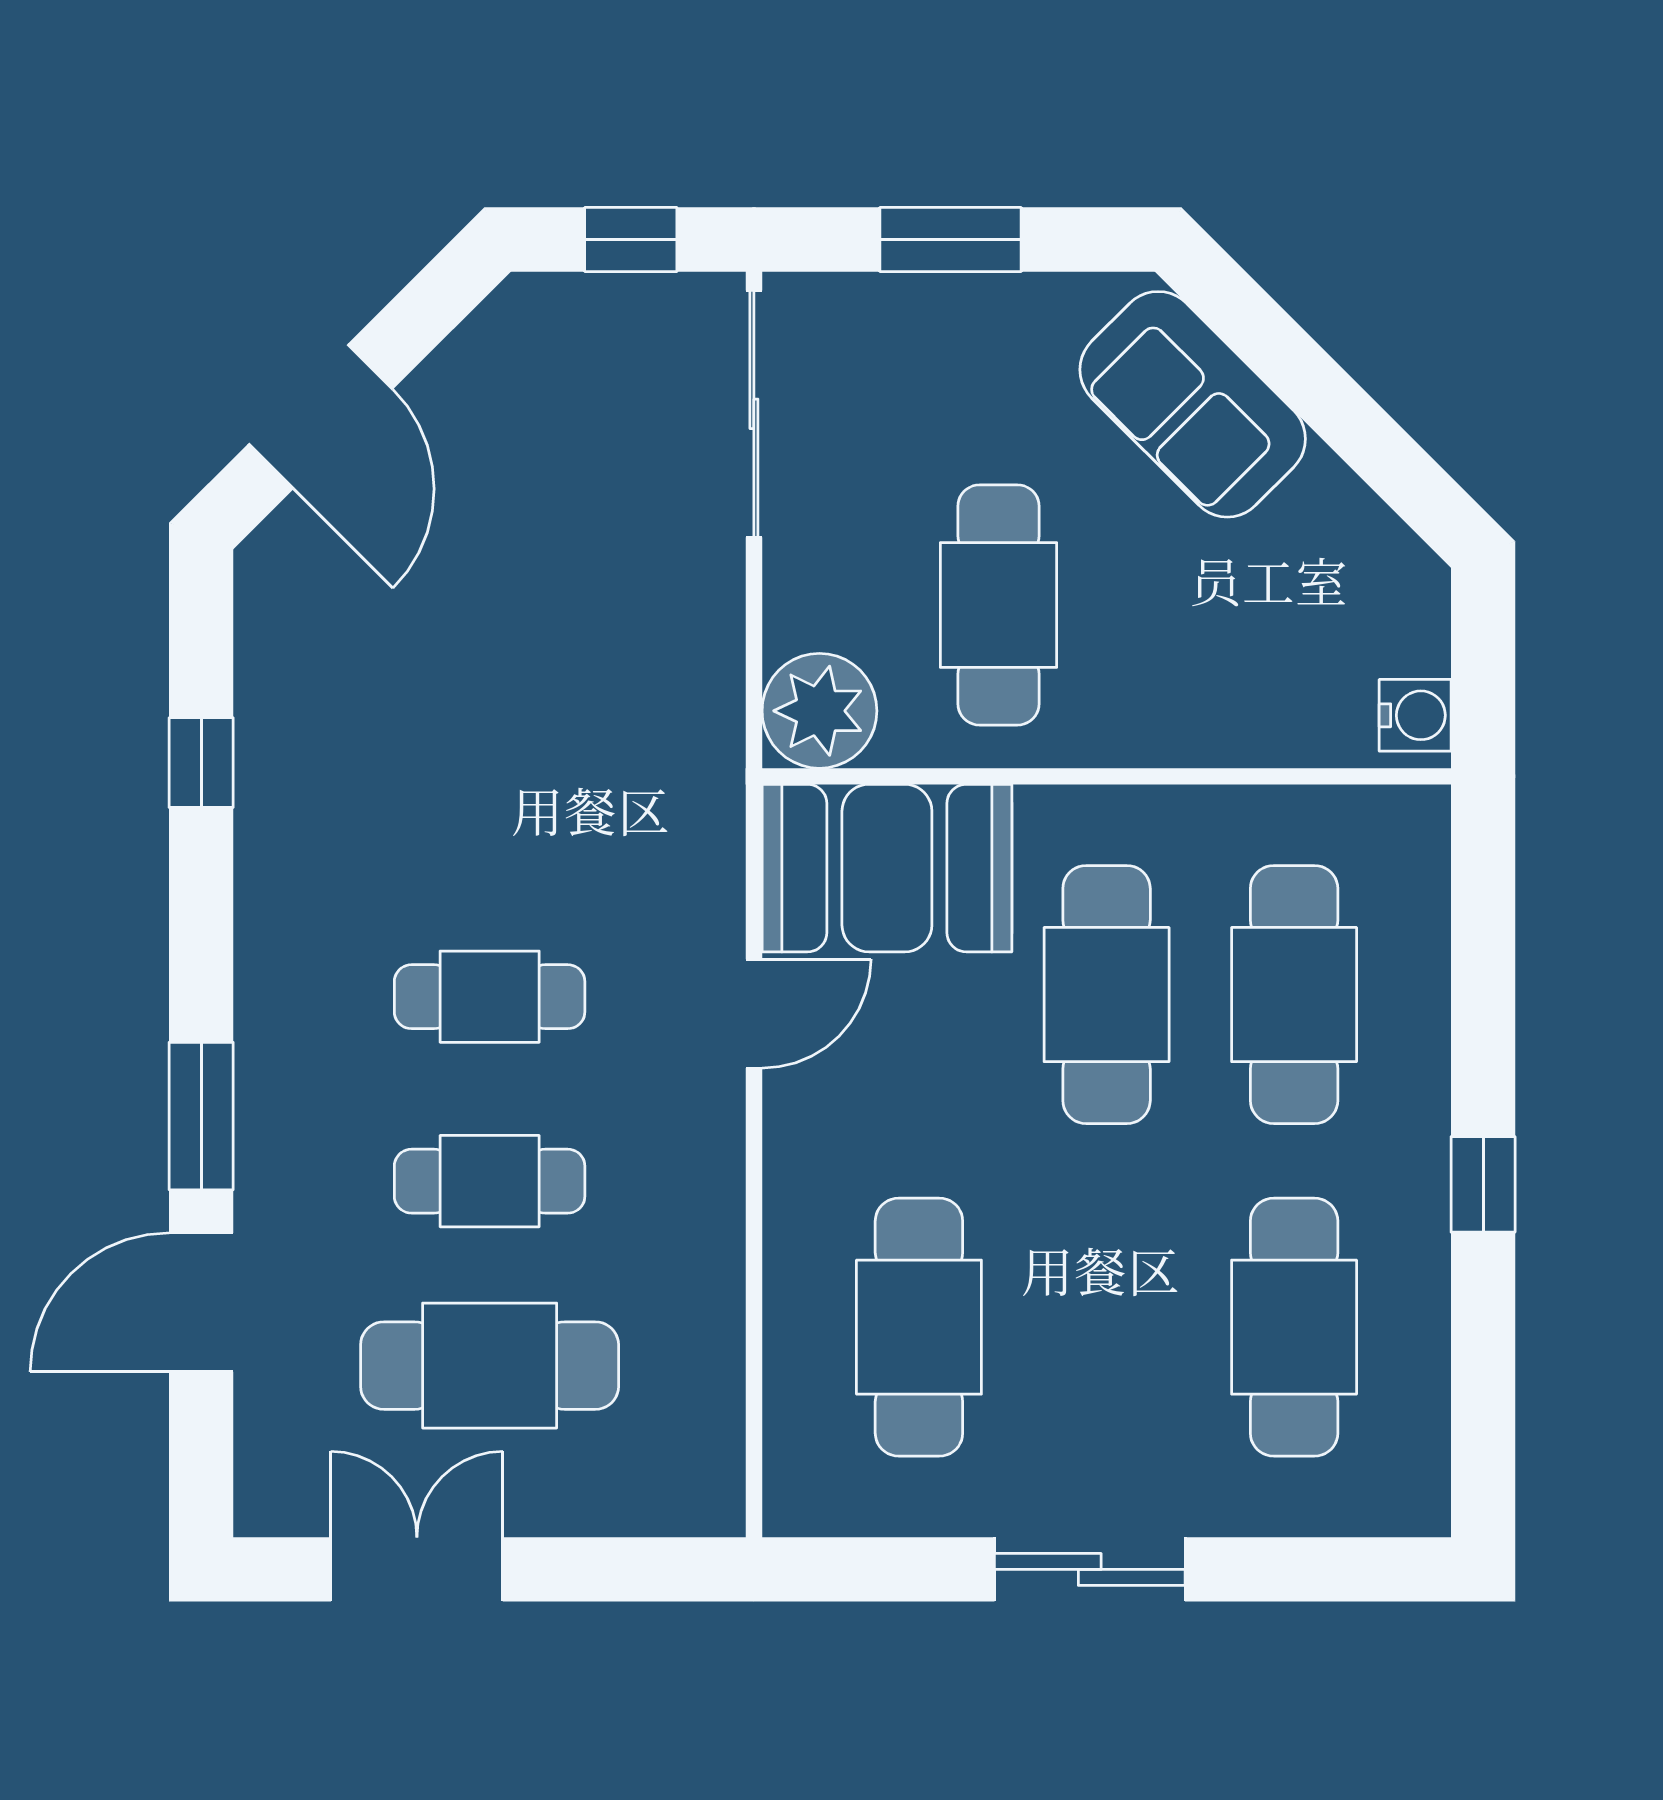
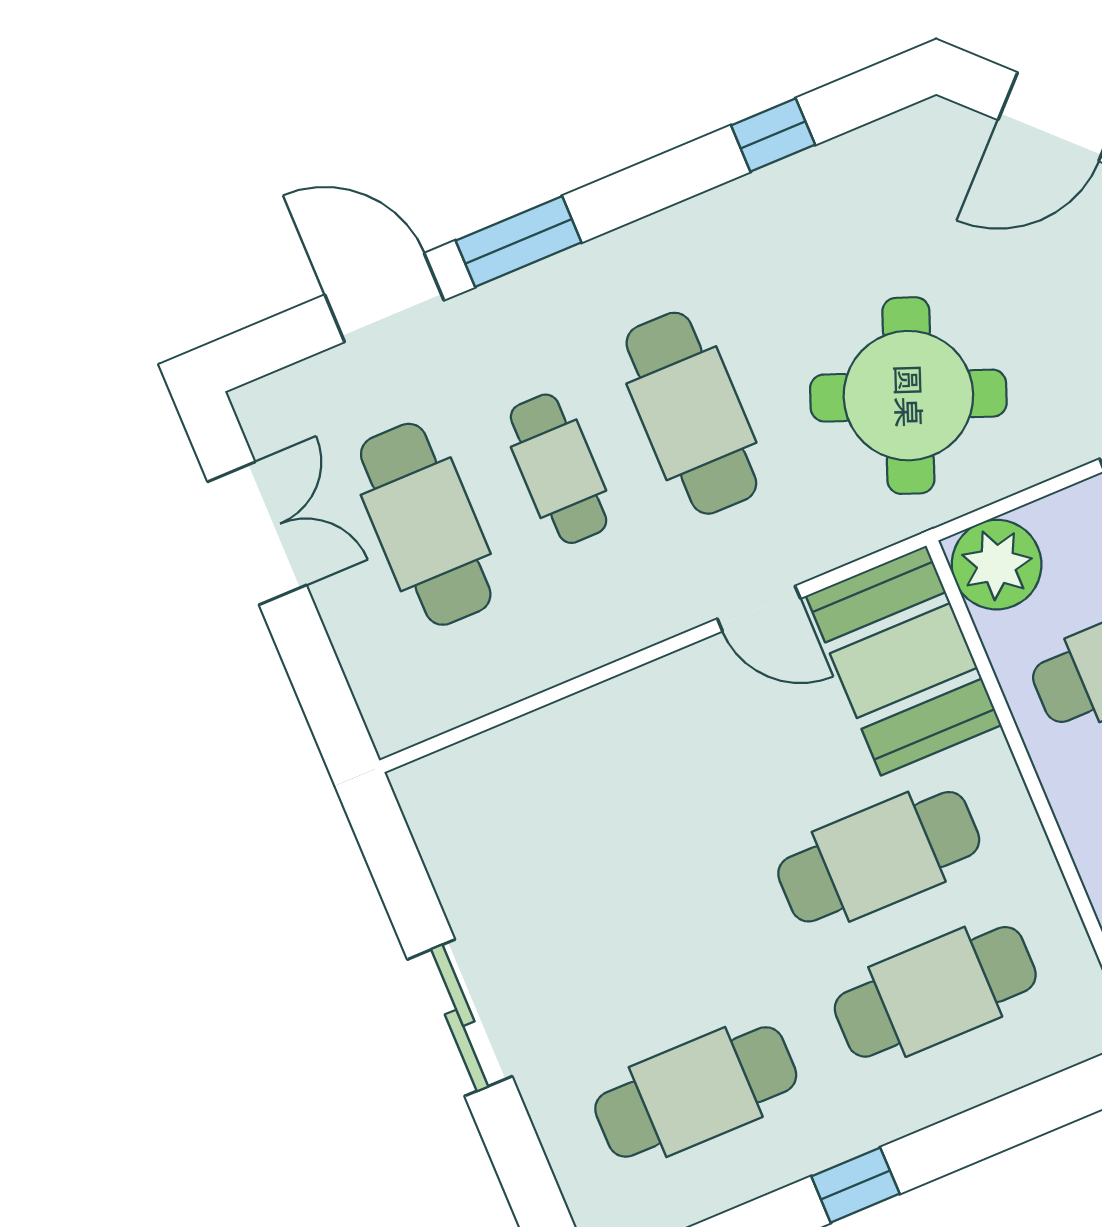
round table: (576, 731) -> (908, 396), added
cafe table: (490, 997) -> (691, 413), width x1.37, depth x1.35
cafe table: (919, 1327) -> (583, 822), removed

